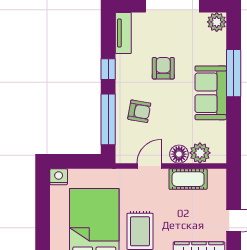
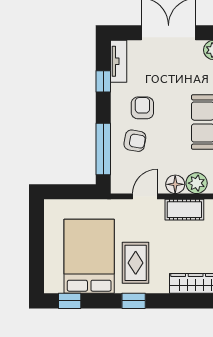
armchair: (163, 68) -> (142, 108), moved
window: (108, 69) -> (103, 81), moved
nightstand: (59, 177) -> (53, 207), removed

